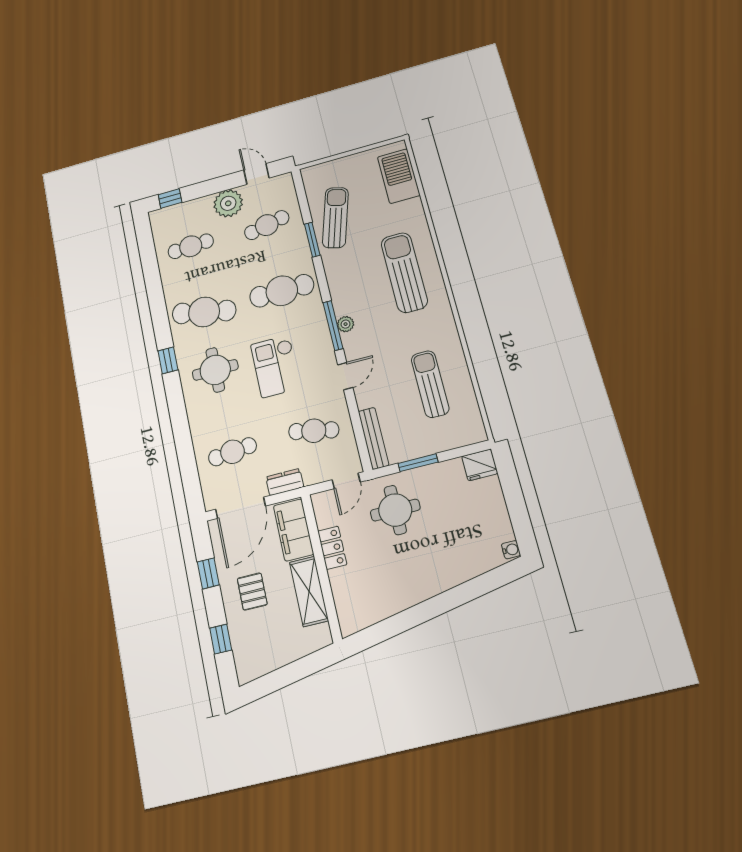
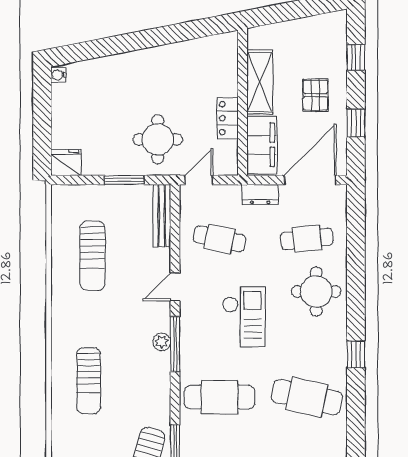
sun lounger: (404, 272) -> (89, 381), width x0.73, depth x0.75
round table: (215, 370) -> (316, 291), moved

